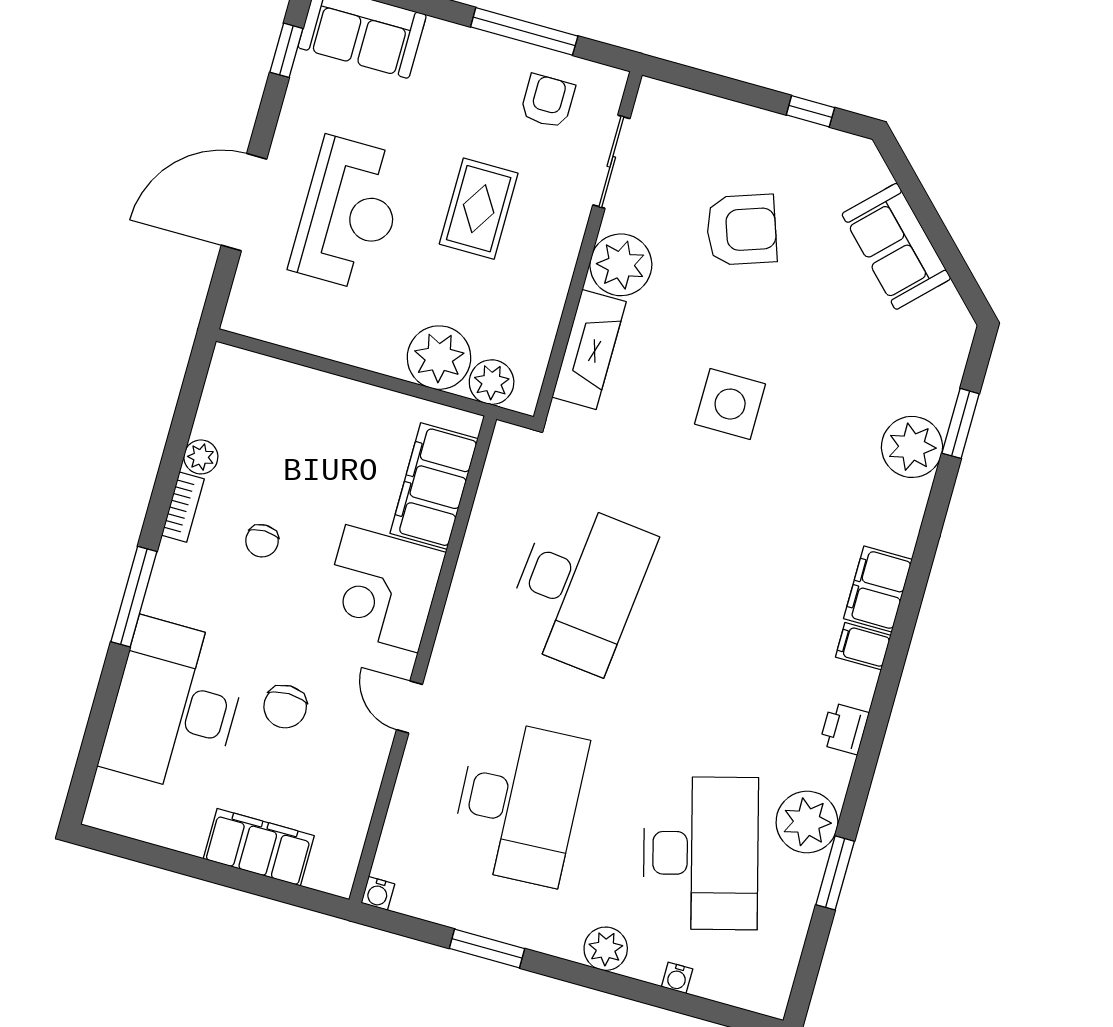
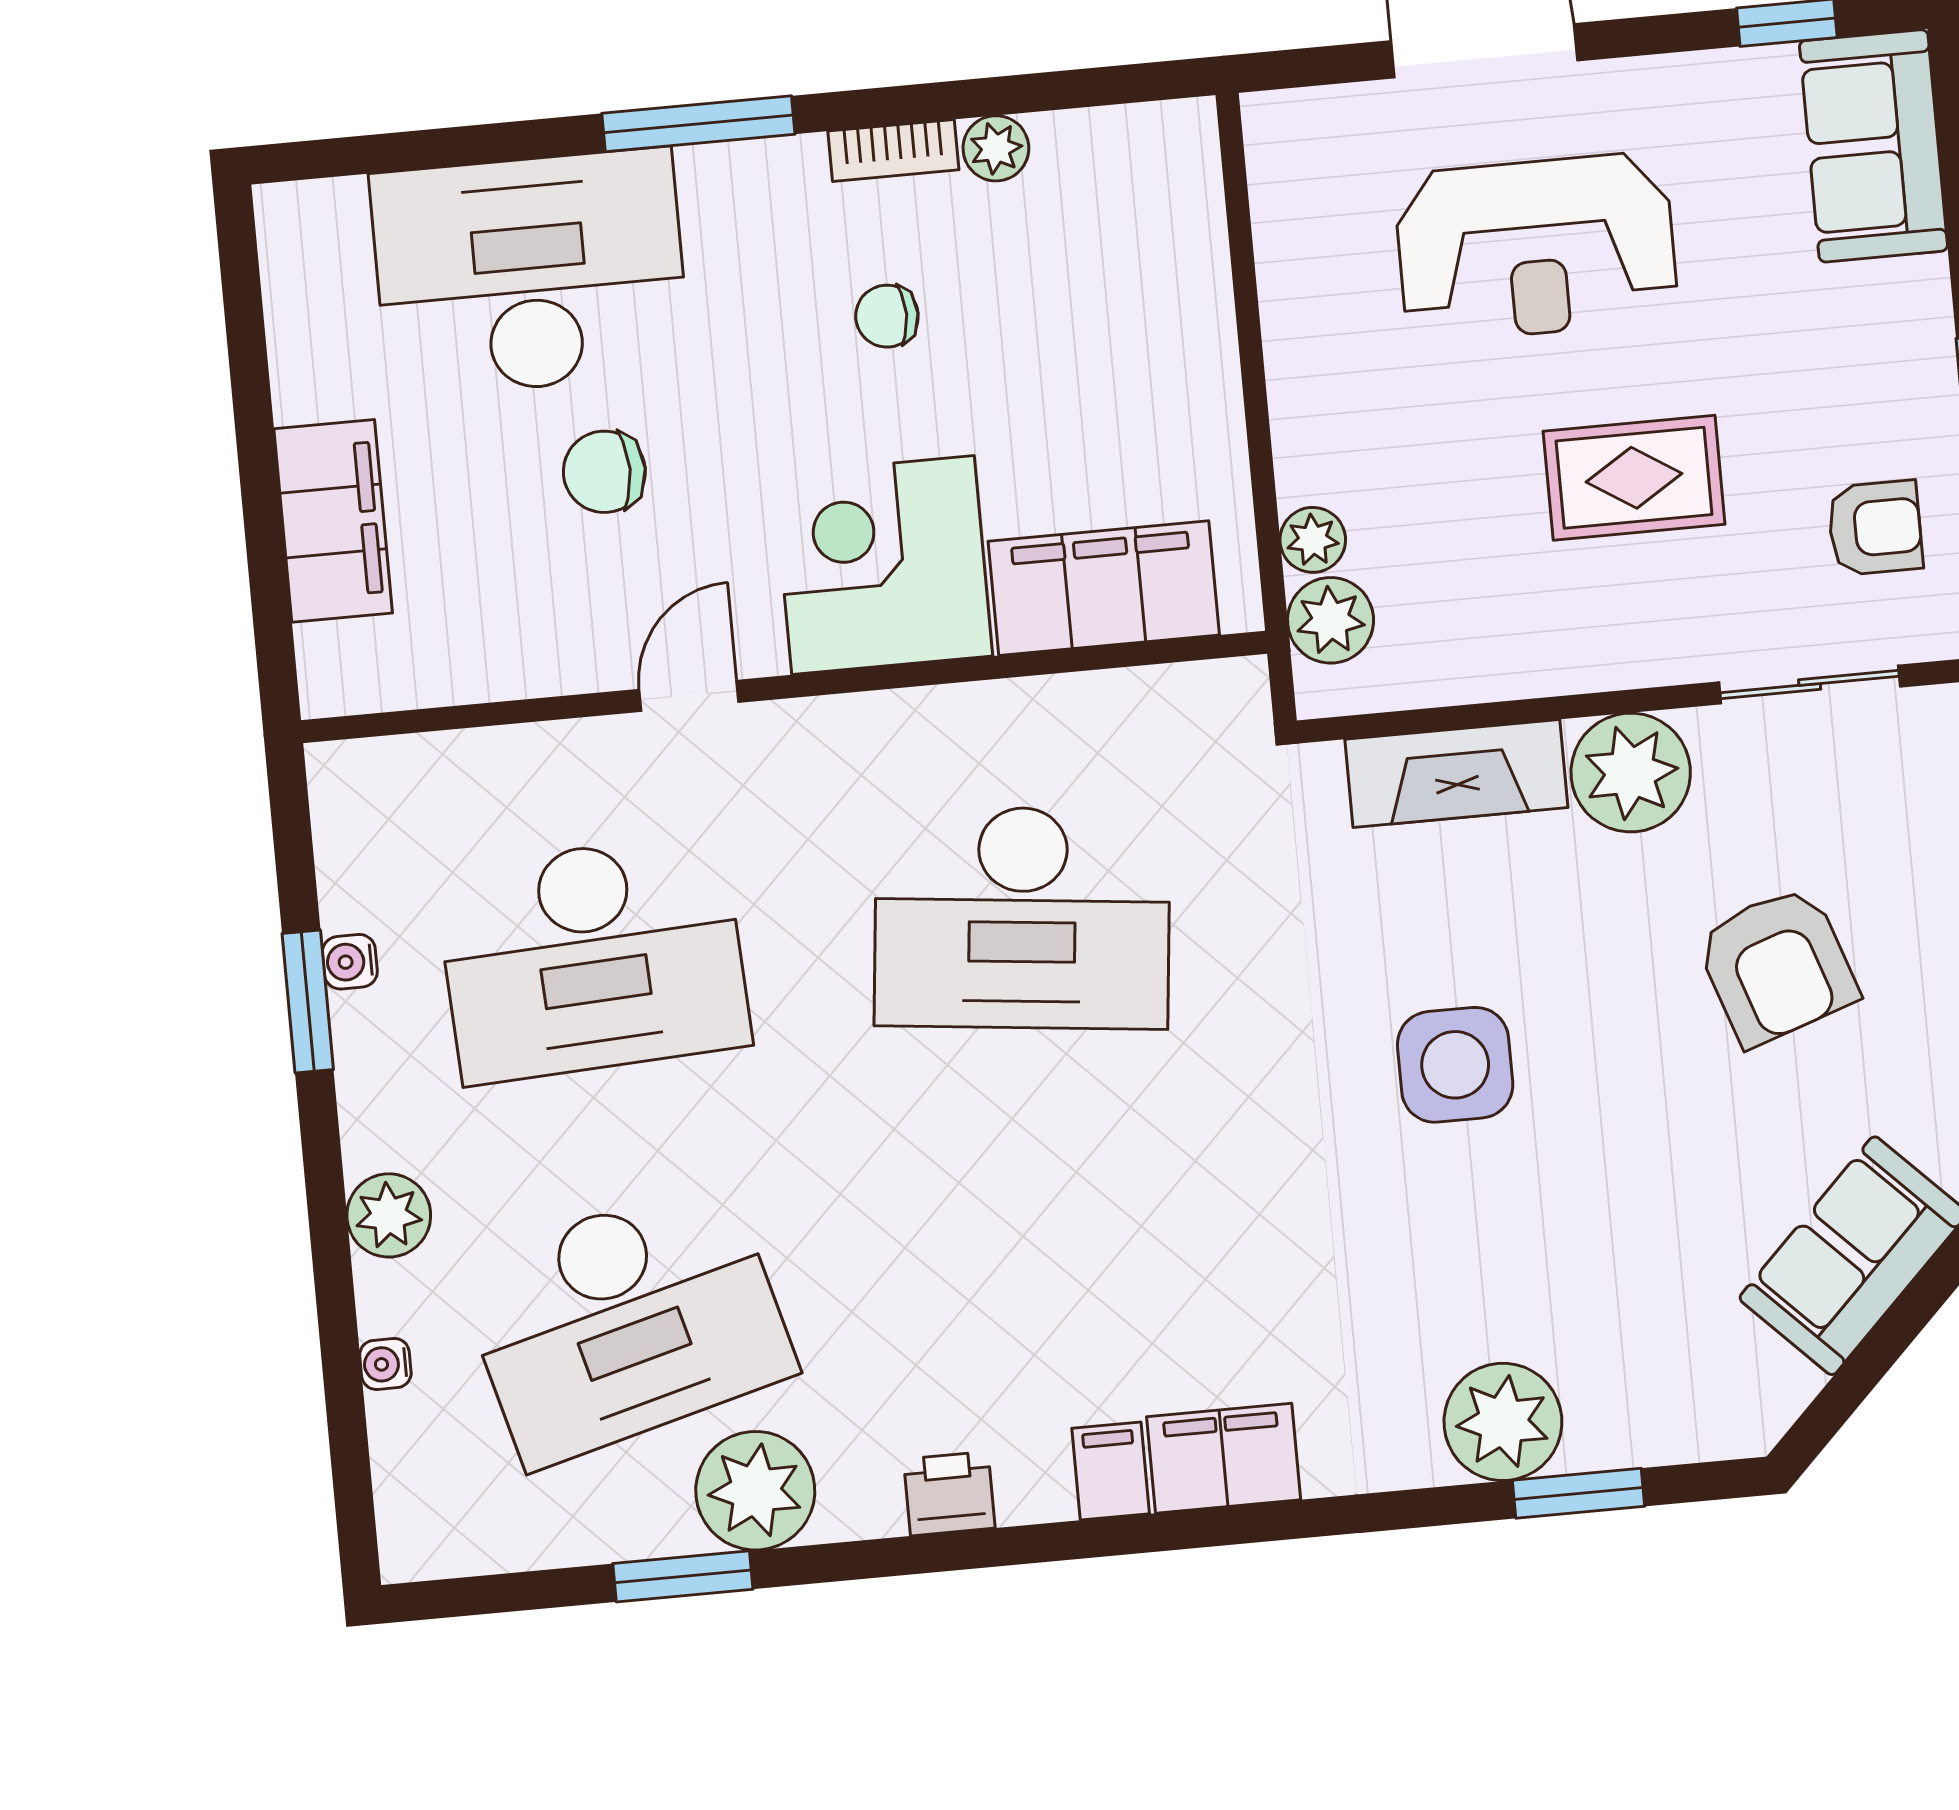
plant: (439, 358) -> (1313, 540), width x0.53, depth x0.53
water cooler: (378, 893) -> (350, 962), moved

